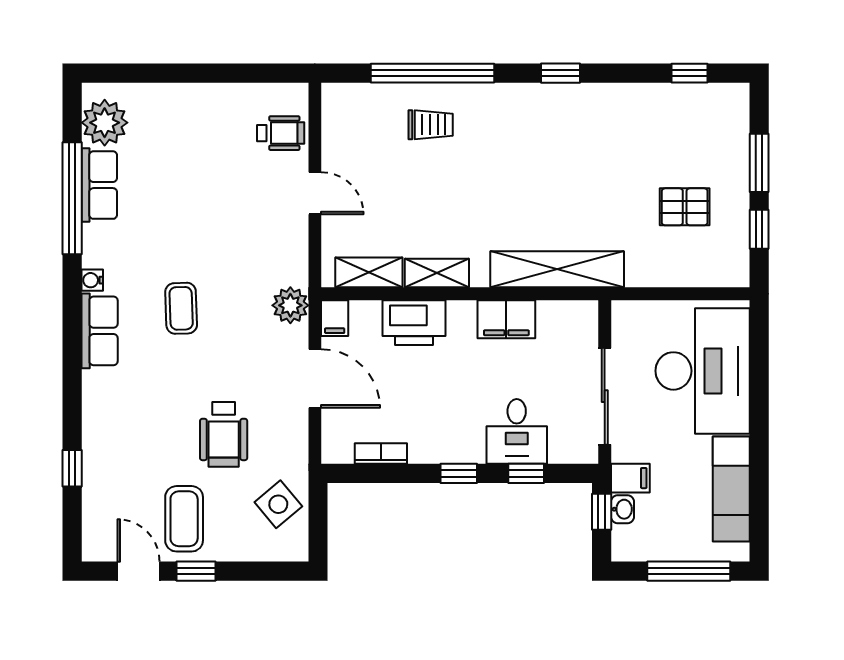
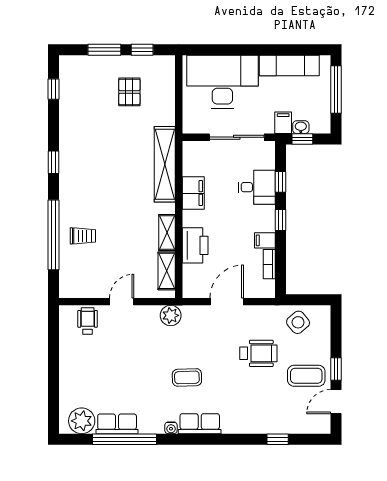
trolley: (431, 125) -> (83, 236), turned 90
plant: (290, 305) -> (171, 315), moved
filing cabinet: (335, 318) -> (265, 240), moved, turned 180

